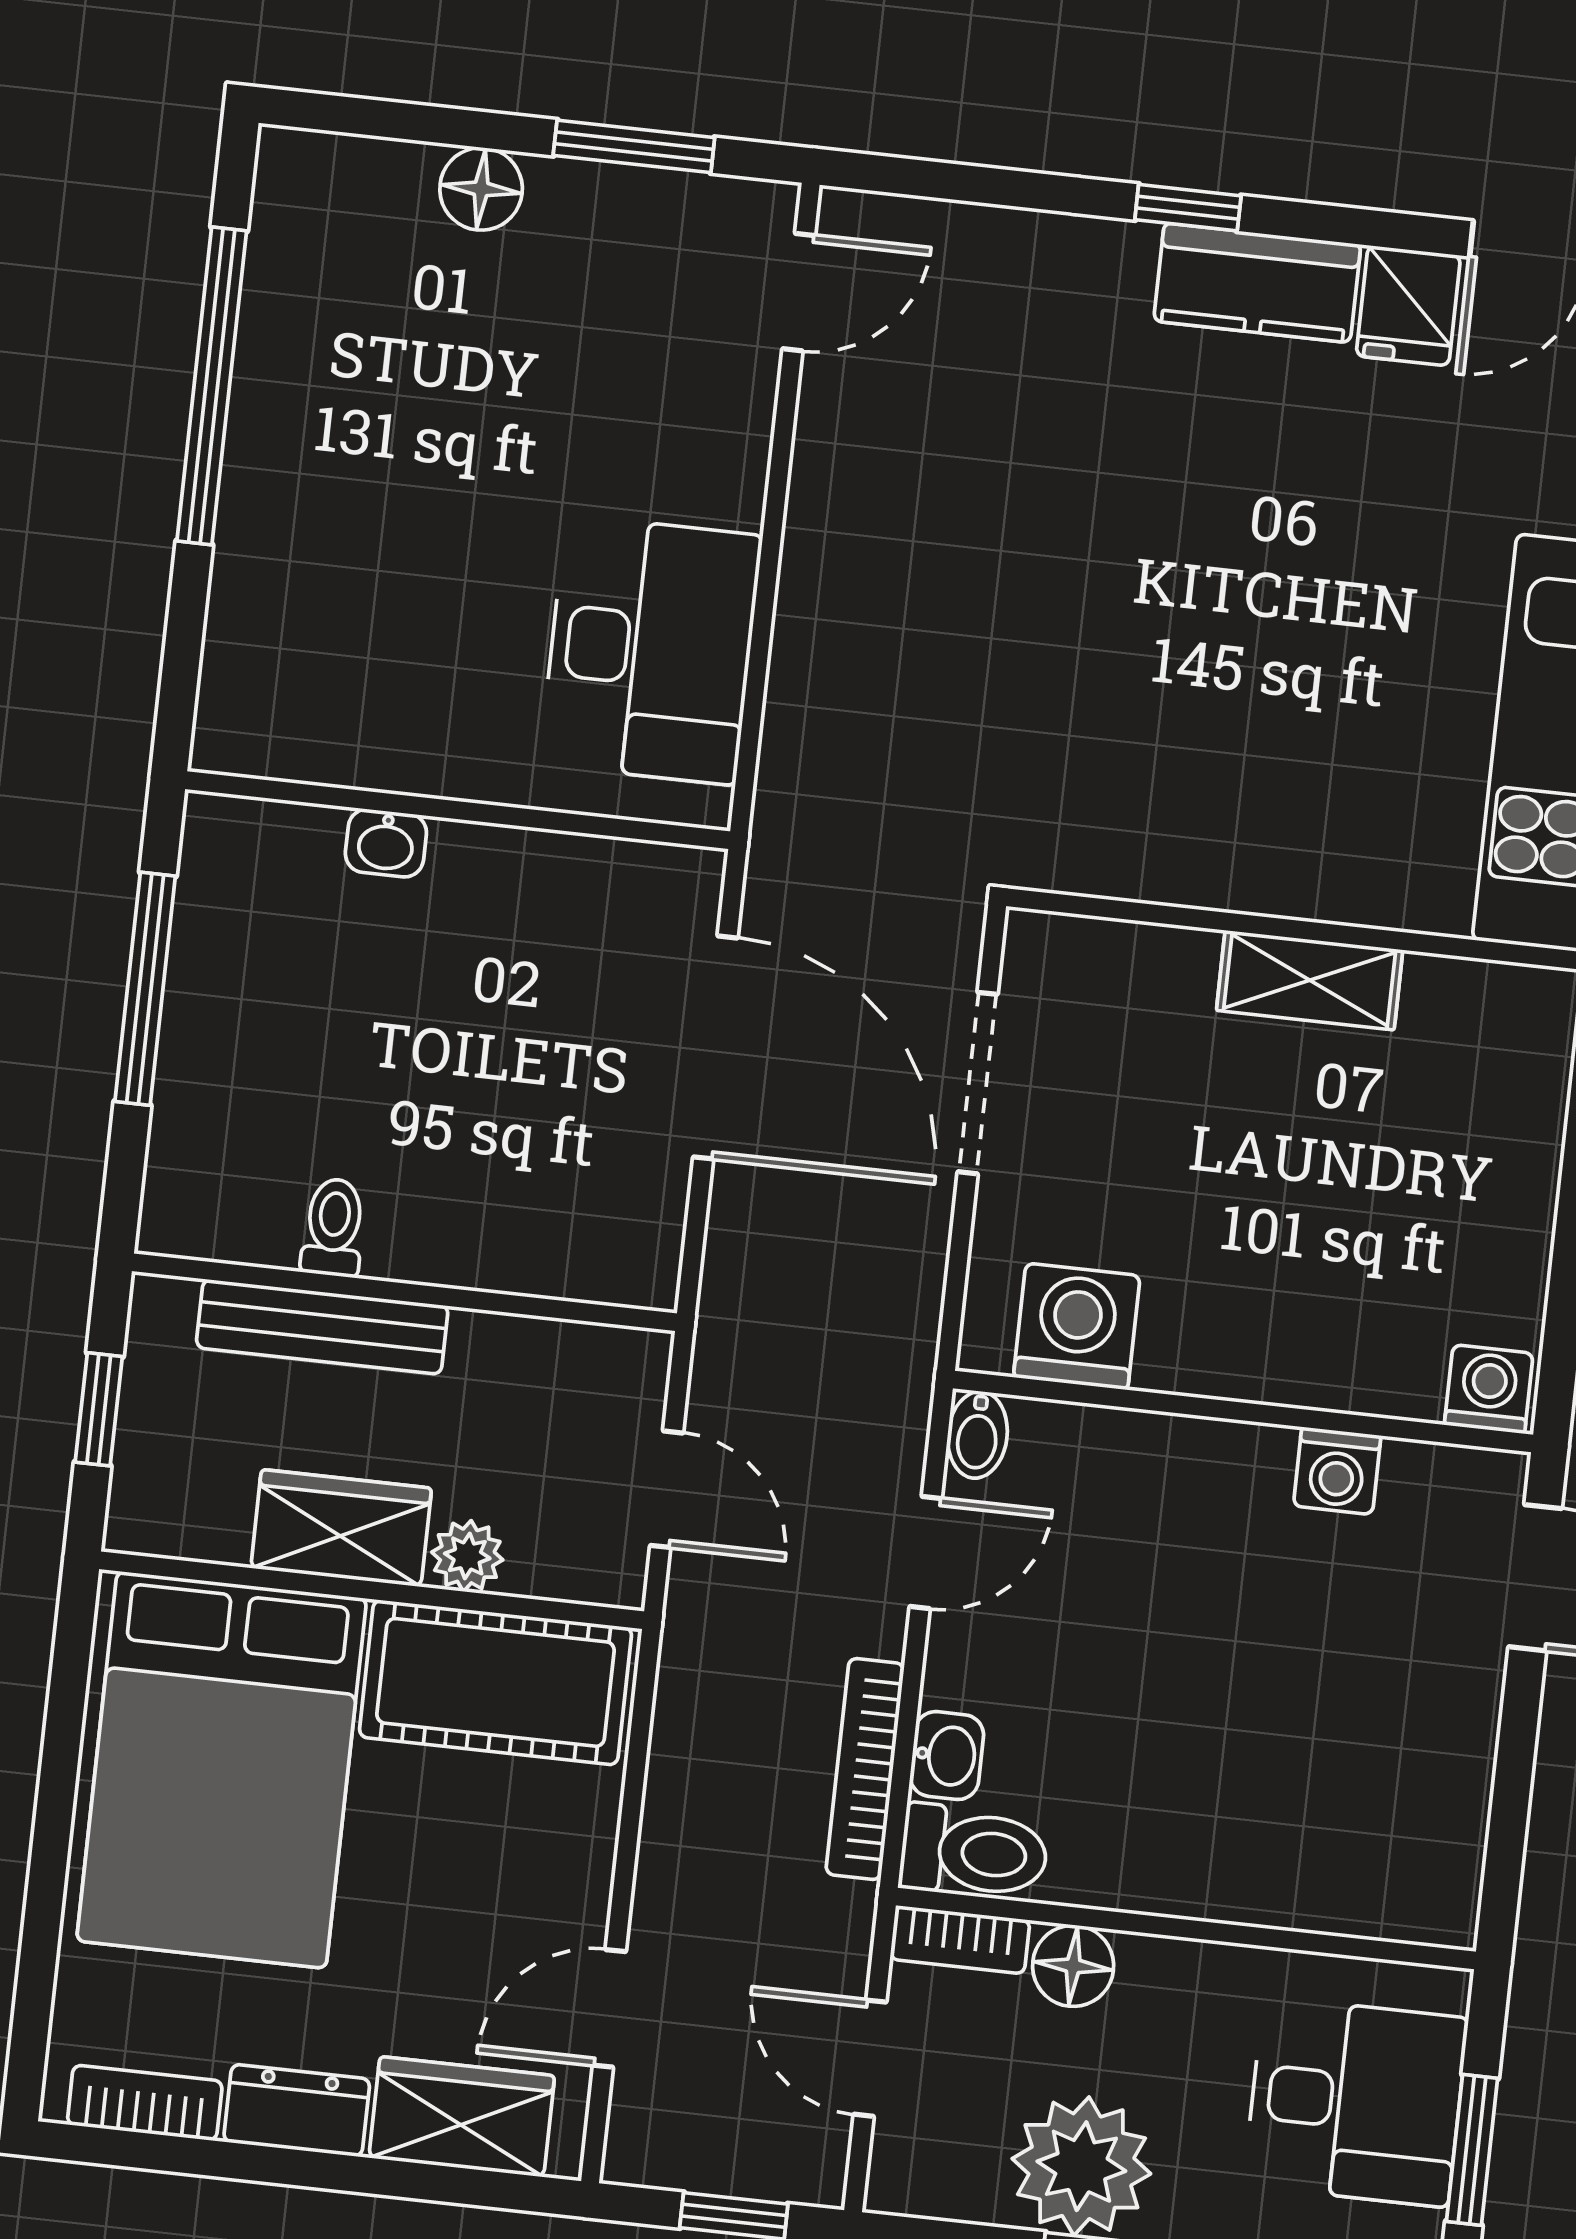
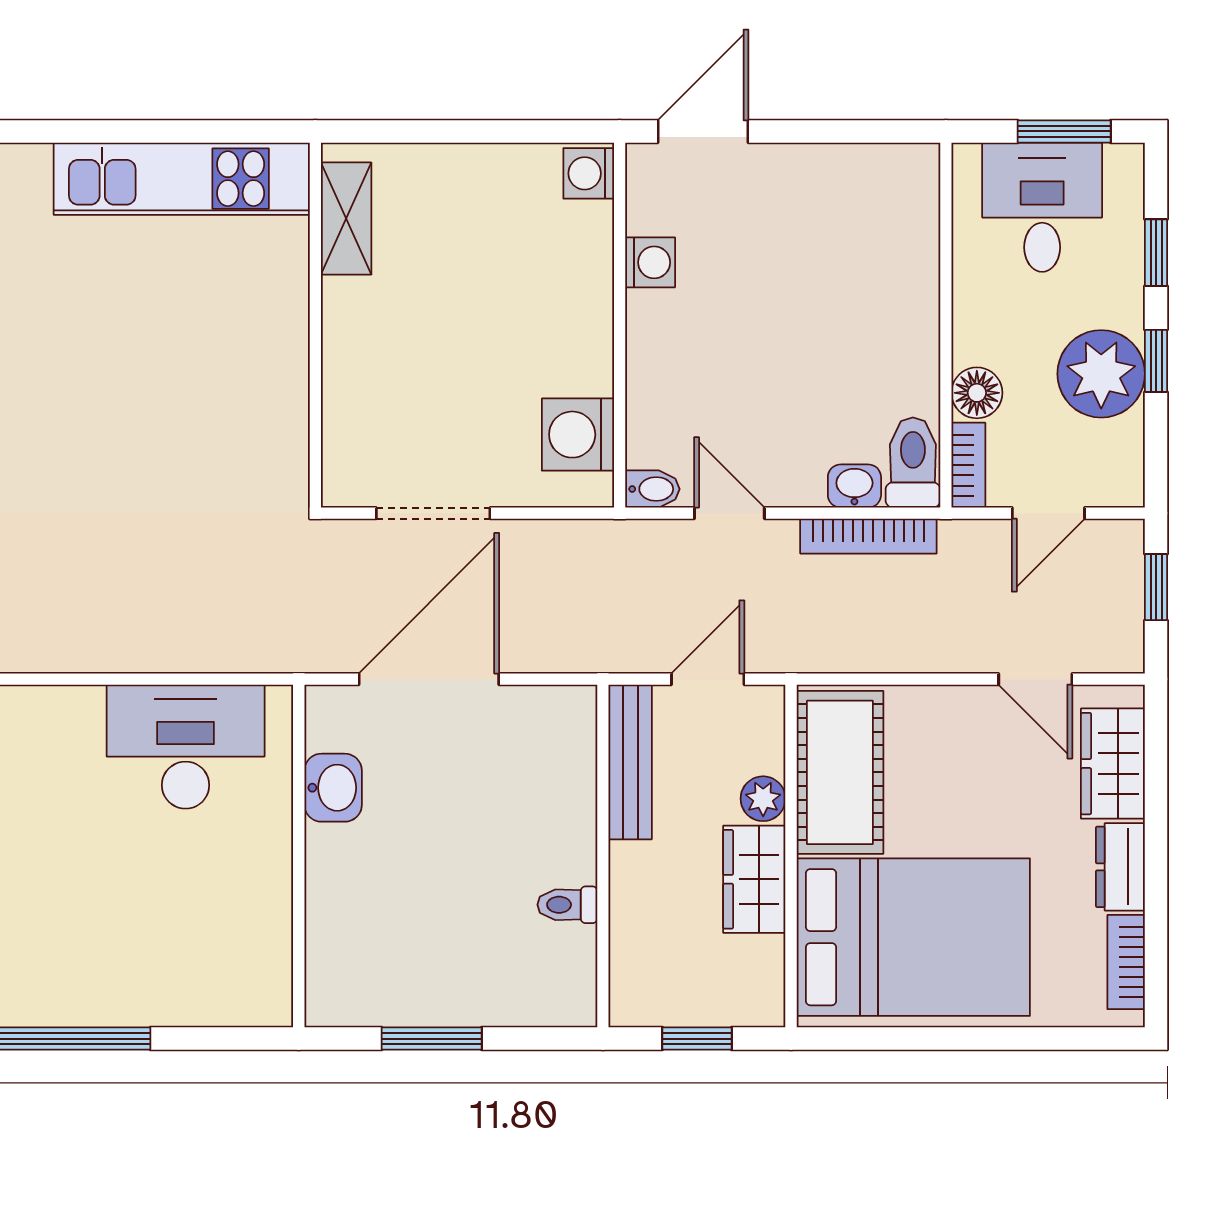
washbasin: (386, 843) -> (333, 788), moved, width x1.38, depth x1.45
shelving: (1310, 980) -> (346, 219), moved
window: (145, 989) -> (432, 1039), width x0.69
bench: (322, 1327) -> (630, 762), moved

